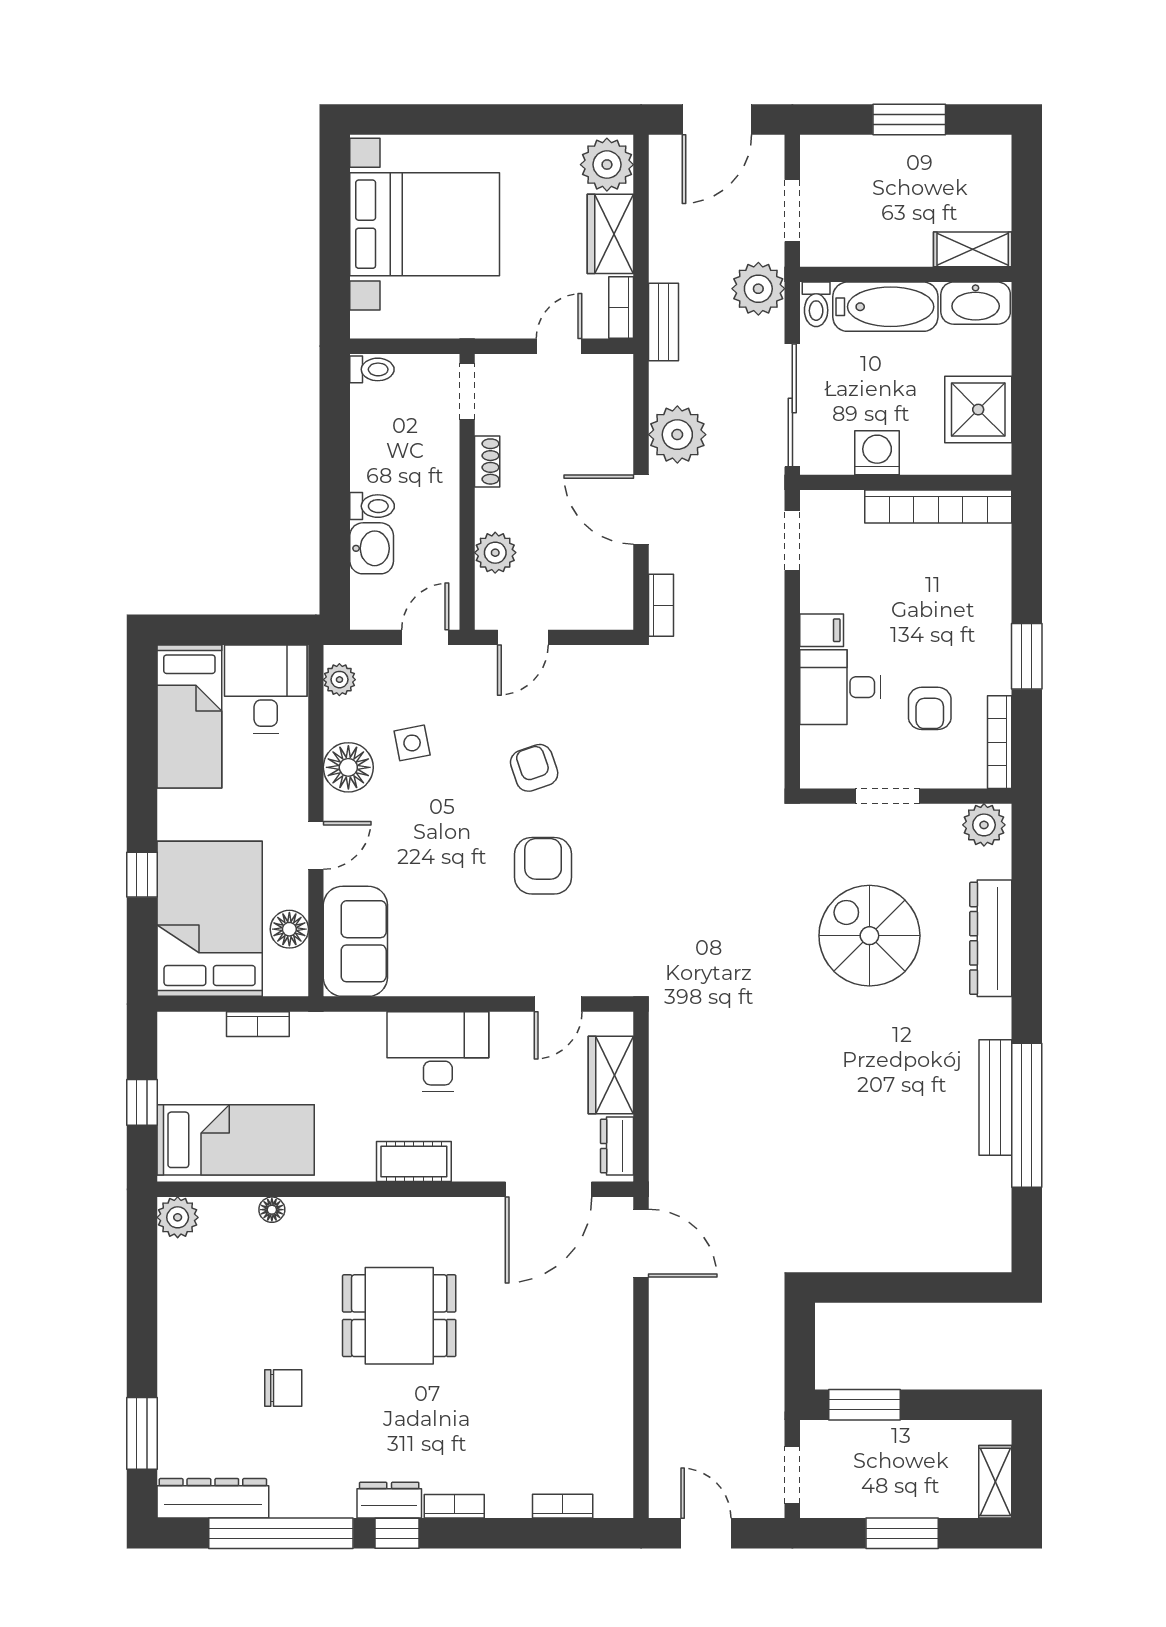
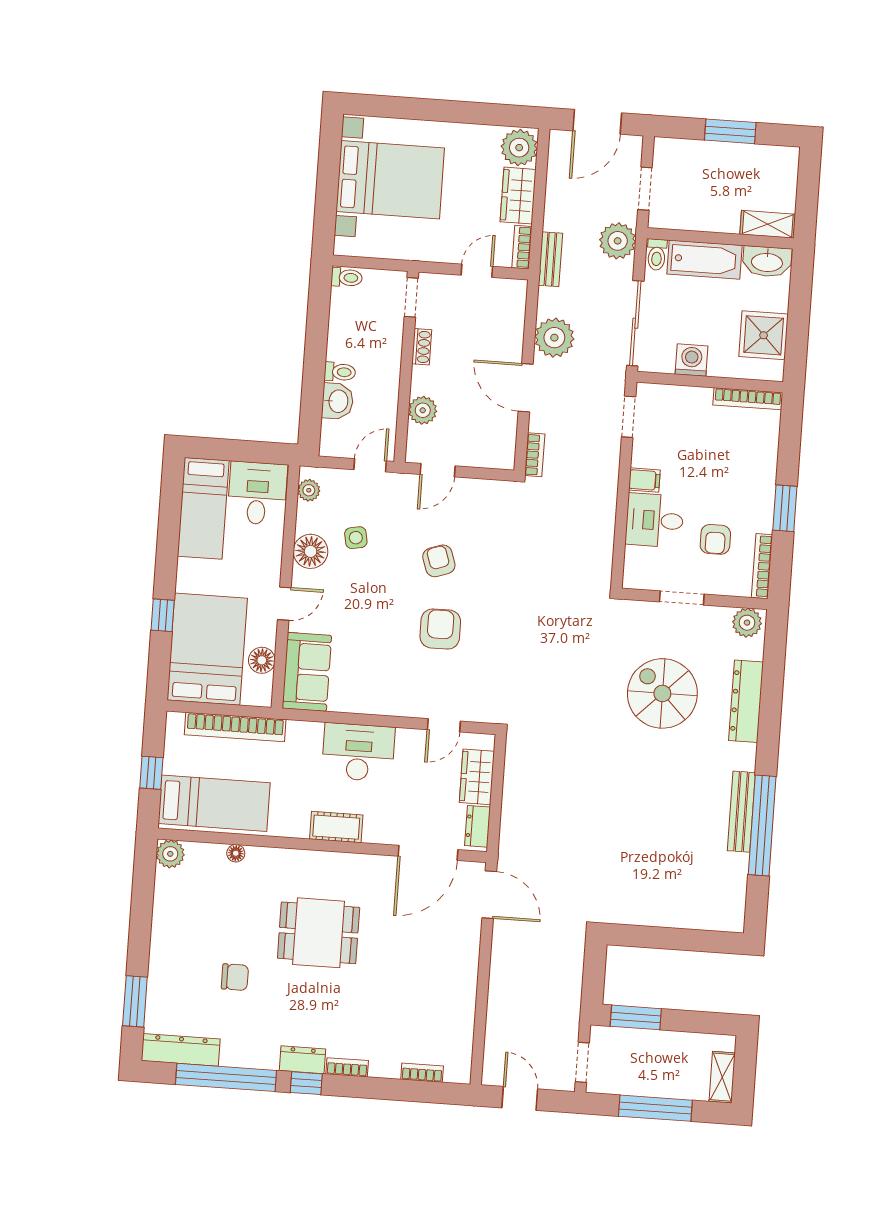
bookcase: (938, 507) -> (748, 399), width x0.68, depth x0.76
bookcase: (258, 1024) -> (235, 727), width x2.31, depth x1.31
window: (902, 1533) -> (655, 1108), width x1.44

